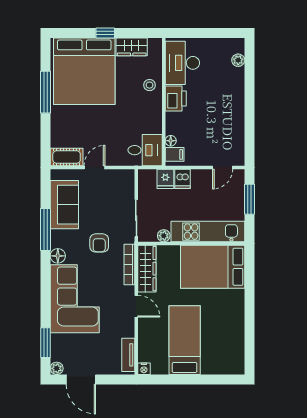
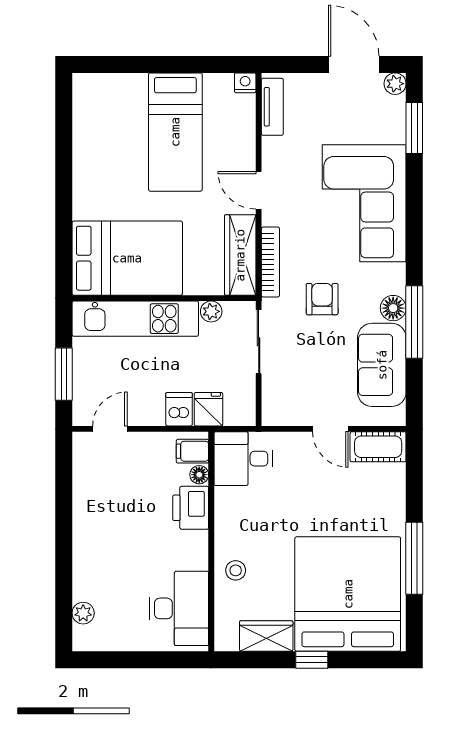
printer: (176, 98) -> (191, 508), moved
door: (94, 167) -> (330, 429), hinge flipped
floor lamp: (58, 256) -> (393, 308), moved

